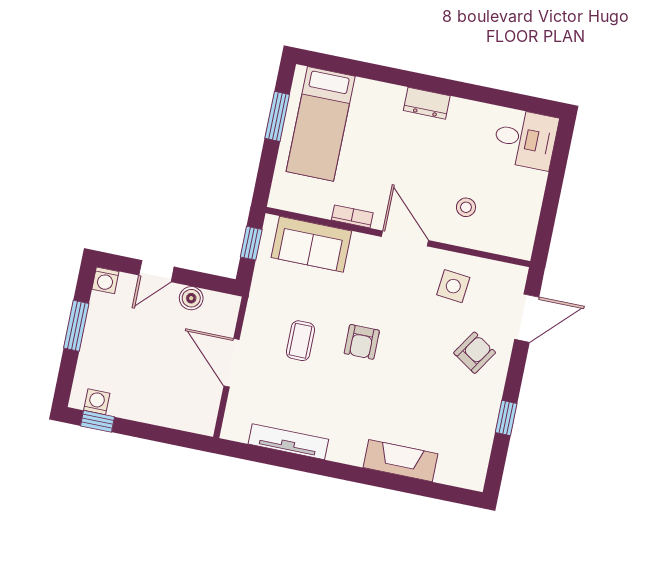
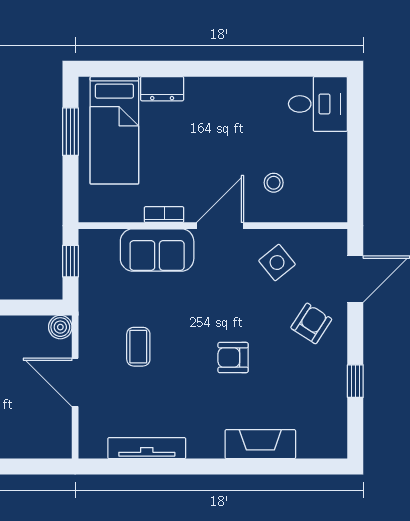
dresser: (427, 103) -> (162, 89), moved
door: (405, 239) -> (220, 226), hinge flipped
sofa: (311, 244) -> (157, 250), moved
side table: (453, 286) -> (277, 263), turned 45
boiler: (191, 298) -> (60, 327), moved
armchair: (362, 342) -> (233, 358), moved, turned 90

